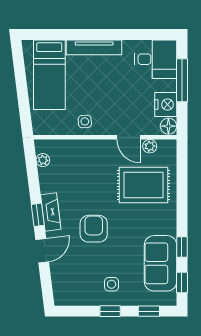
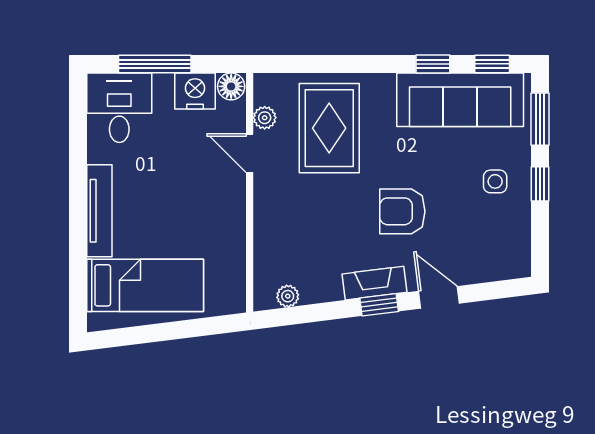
side table: (85, 121) -> (223, 226), removed
door: (129, 137) -> (250, 153), swing flipped
sofa: (161, 263) -> (460, 100), width x1.36
window: (149, 311) -> (540, 119), width x1.50

